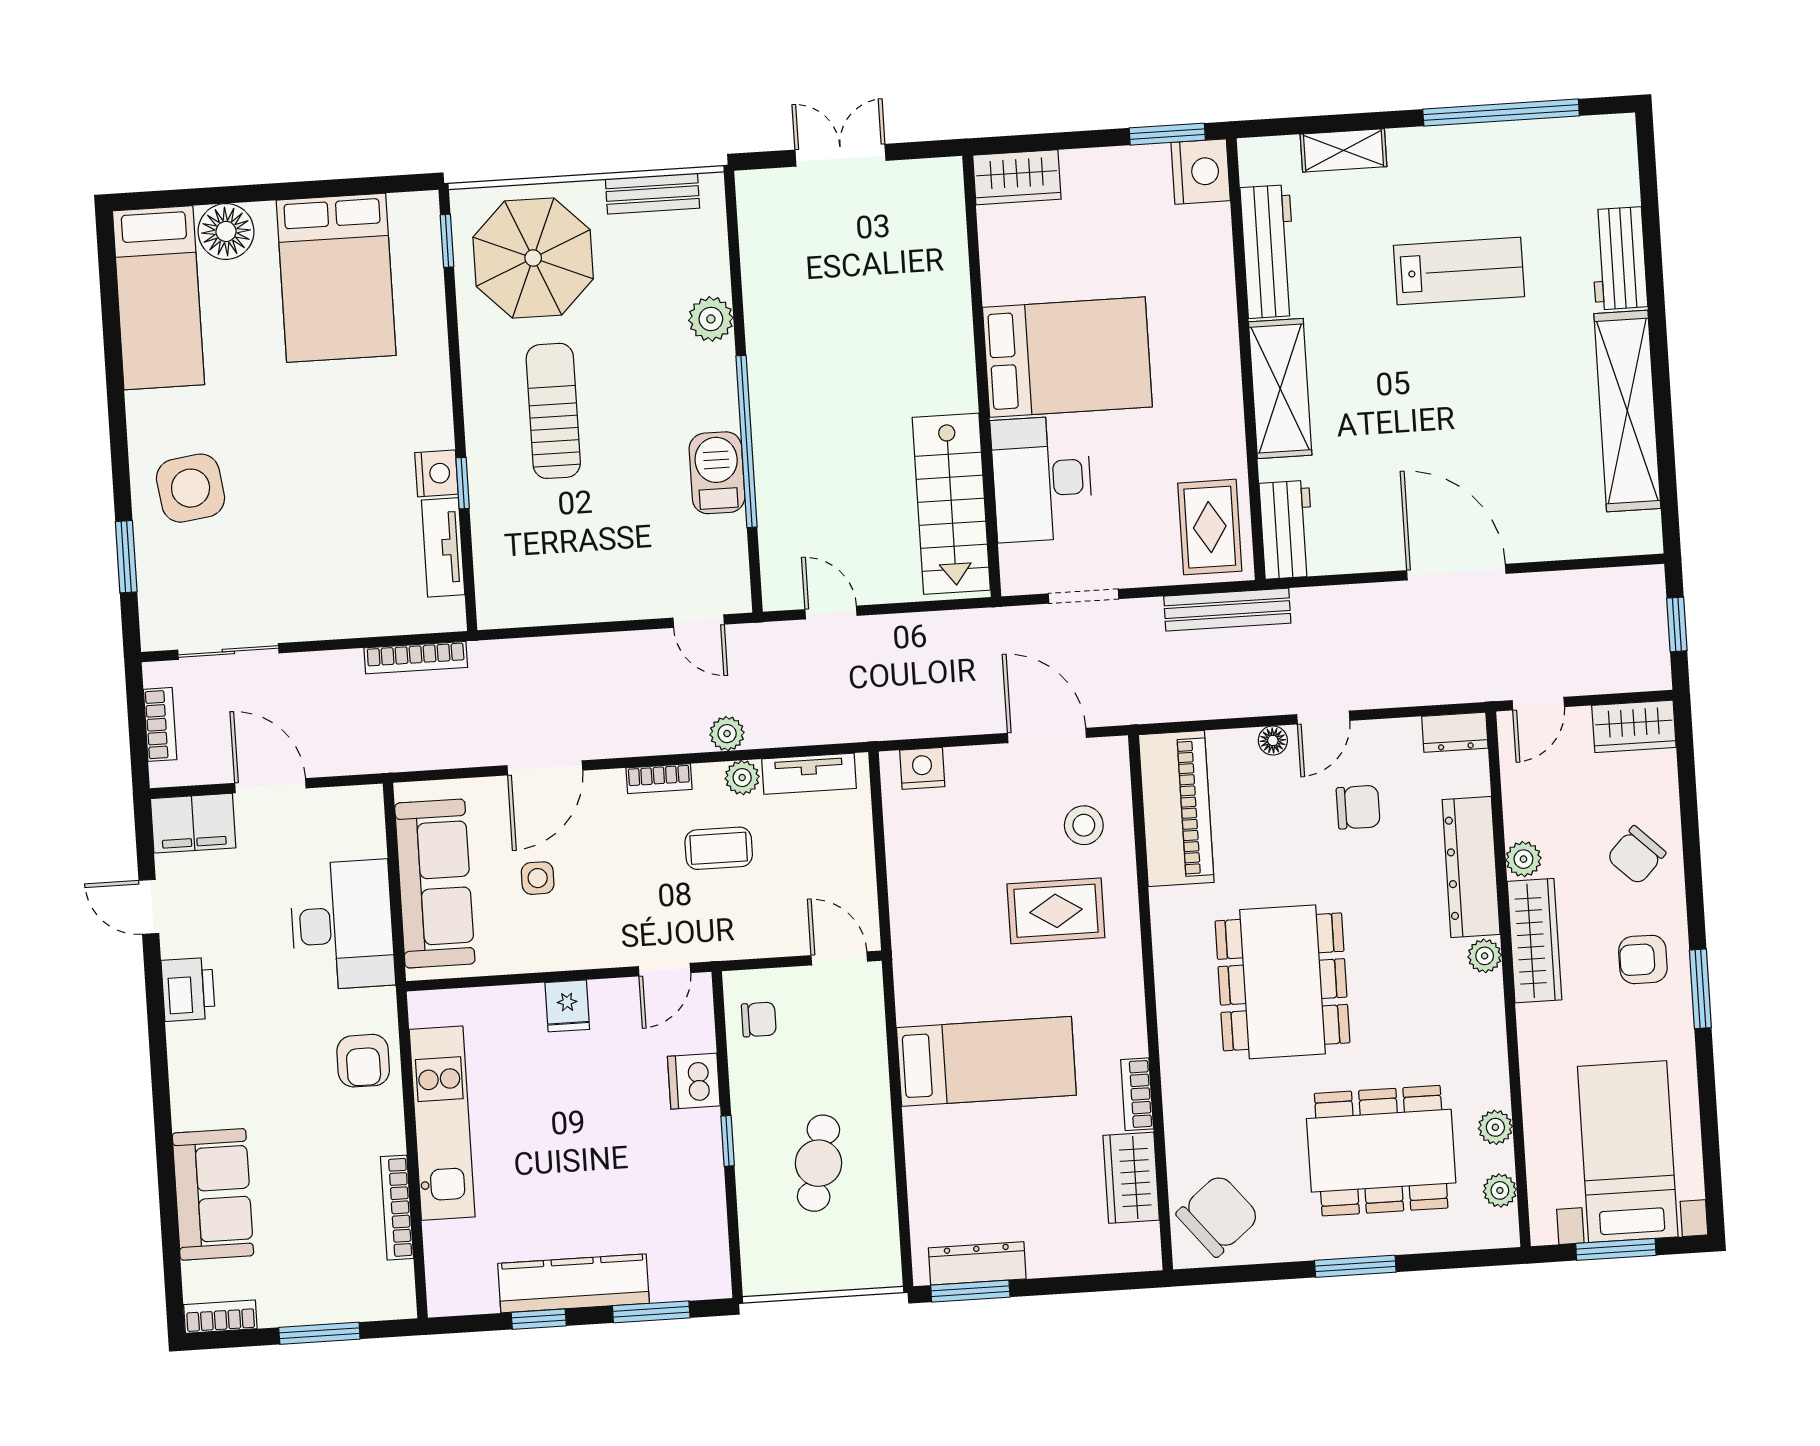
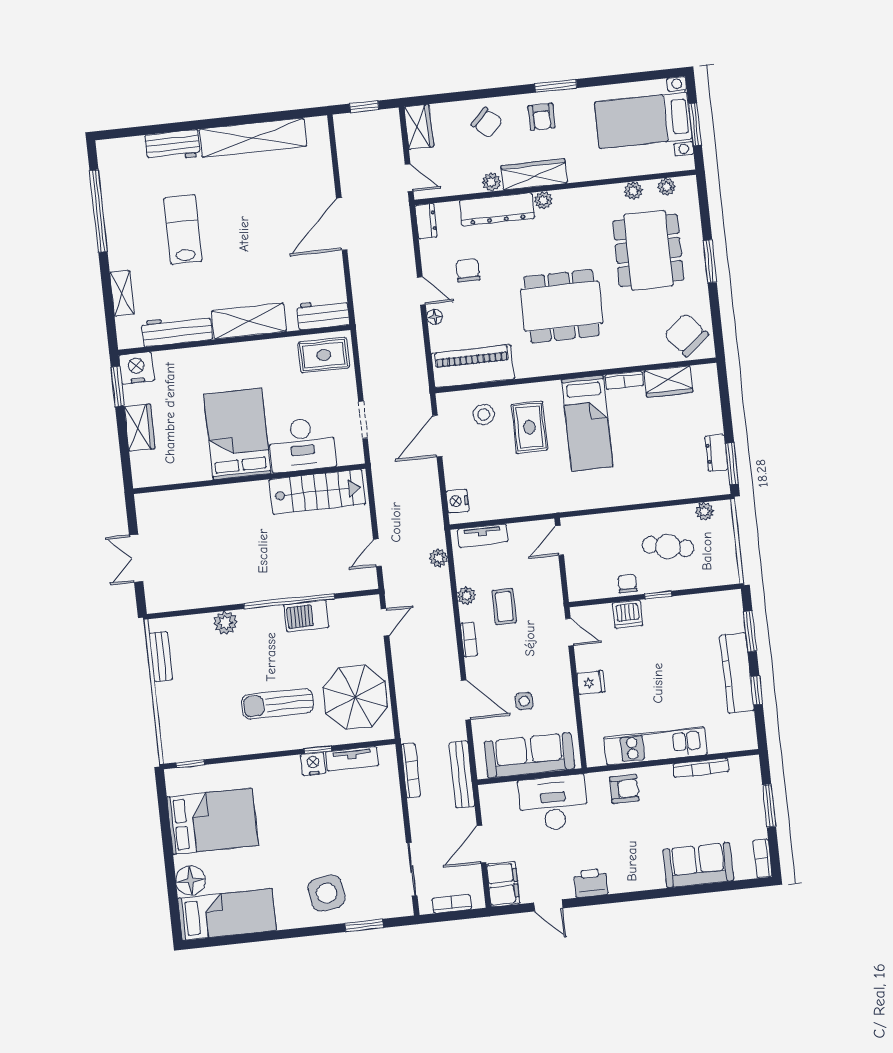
wardrobe: (1017, 177) -> (140, 428), moved
parasol: (533, 258) -> (355, 697), moved
bench: (1227, 610) -> (462, 774), moved
plant: (727, 734) -> (439, 558), moved
tv unit: (809, 774) -> (483, 536), moved, turned 90
door: (149, 907) -> (548, 905), hinge flipped
chair: (759, 1019) -> (627, 584), moved
bed: (986, 1061) -> (587, 423), moved, turned 180
plant: (882, 1236) -> (705, 511), added
dresser: (977, 1263) -> (716, 453), width x0.70

